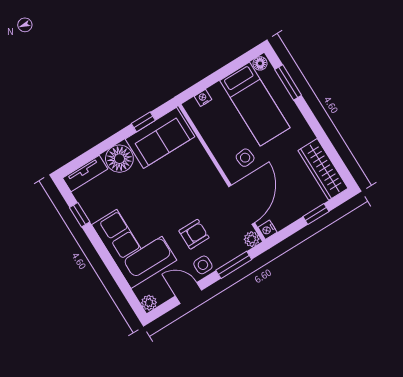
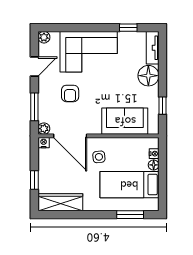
floor lamp: (260, 63) -> (154, 165), moved
sofa: (160, 138) -> (125, 121), moved, turned 90
side table: (203, 265) -> (47, 87), removed

